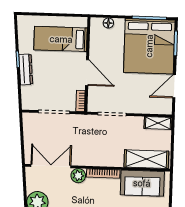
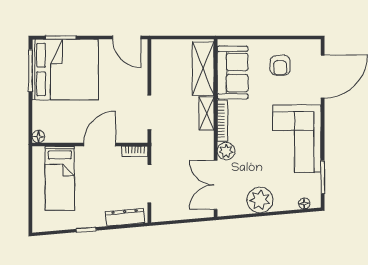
floor lamp: (108, 23) -> (38, 137), moved
dresser: (26, 69) -> (125, 217), moved
door: (174, 86) -> (127, 37), moved
shelving: (158, 123) -> (206, 113), moved

